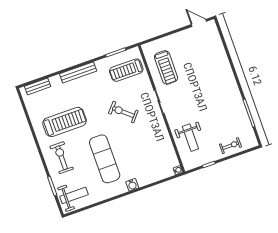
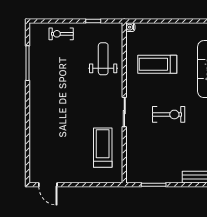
treadmill: (126, 70) -> (157, 64), moved, turned 180
exercise bike: (123, 112) -> (169, 114), turned -41
water cooler: (132, 185) -> (188, 29), removed

